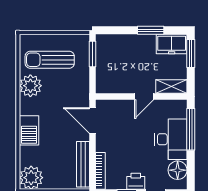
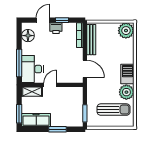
window: (151, 30) -> (58, 129), moved
freezer: (172, 44) -> (36, 120), width x1.40
barbecue: (29, 130) -> (127, 74), moved
desk: (171, 139) -> (32, 69), moved

